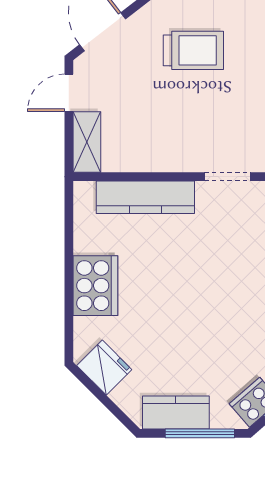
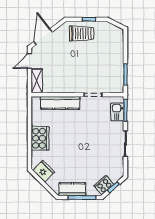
trolley: (193, 50) -> (82, 33), moved

